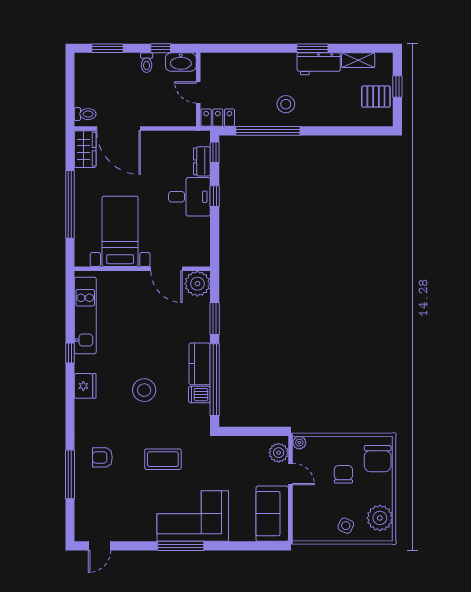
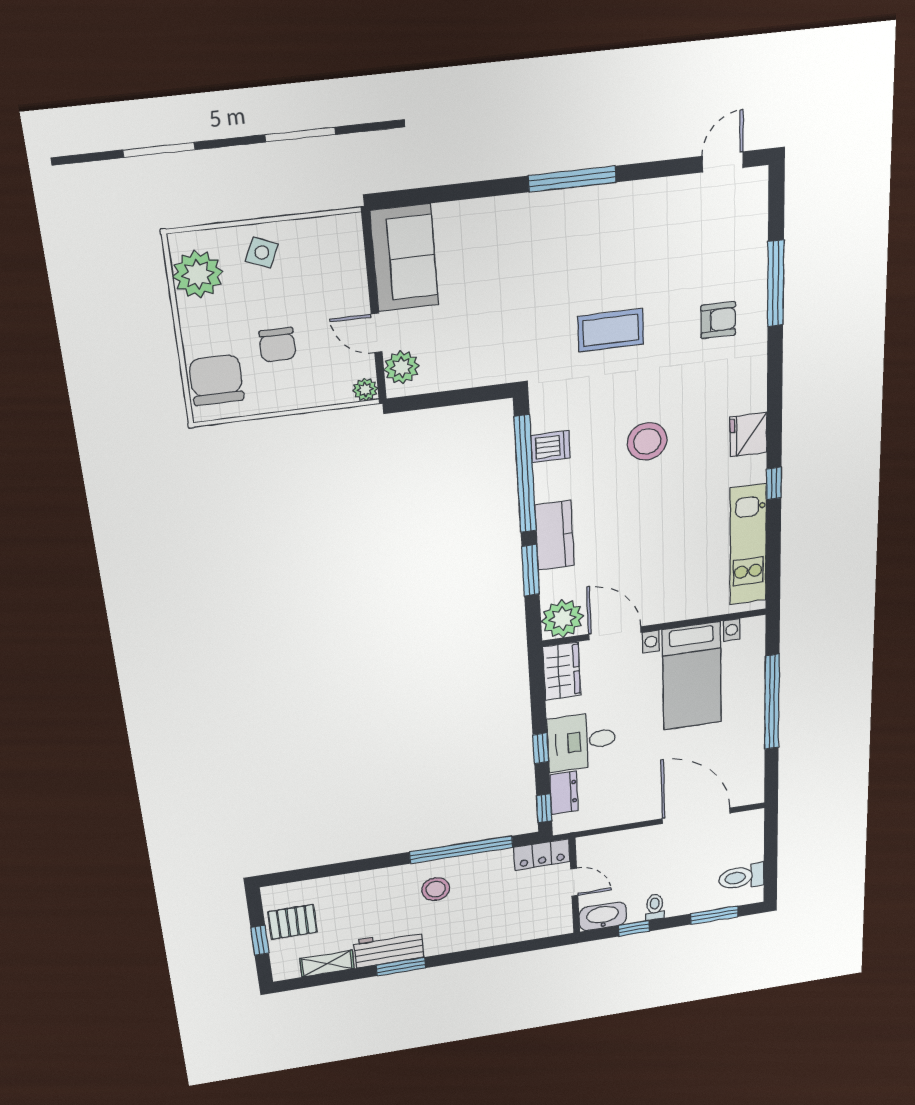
toilet: (85, 114) -> (741, 877), moved, width x1.37, depth x1.39
wardrobe: (85, 149) -> (562, 671), moved, turned 180
kitchen counter: (200, 364) -> (554, 535), moved
corner sofa: (193, 516) -> (552, 236), removed

